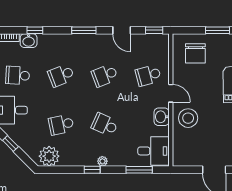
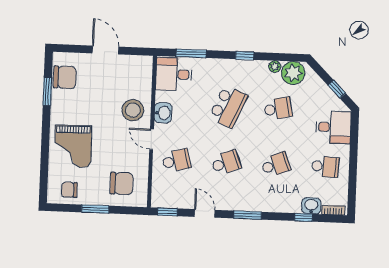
chair: (195, 53) -> (122, 183), turned 90
school desk: (105, 125) -> (228, 107), width x1.85
plant: (102, 161) -> (275, 67), moved

